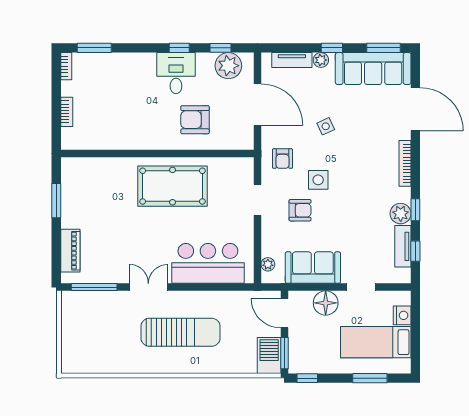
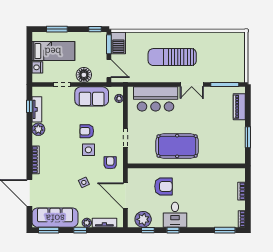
armchair: (300, 210) -> (87, 131), moved
window: (415, 210) -> (29, 132), removed

